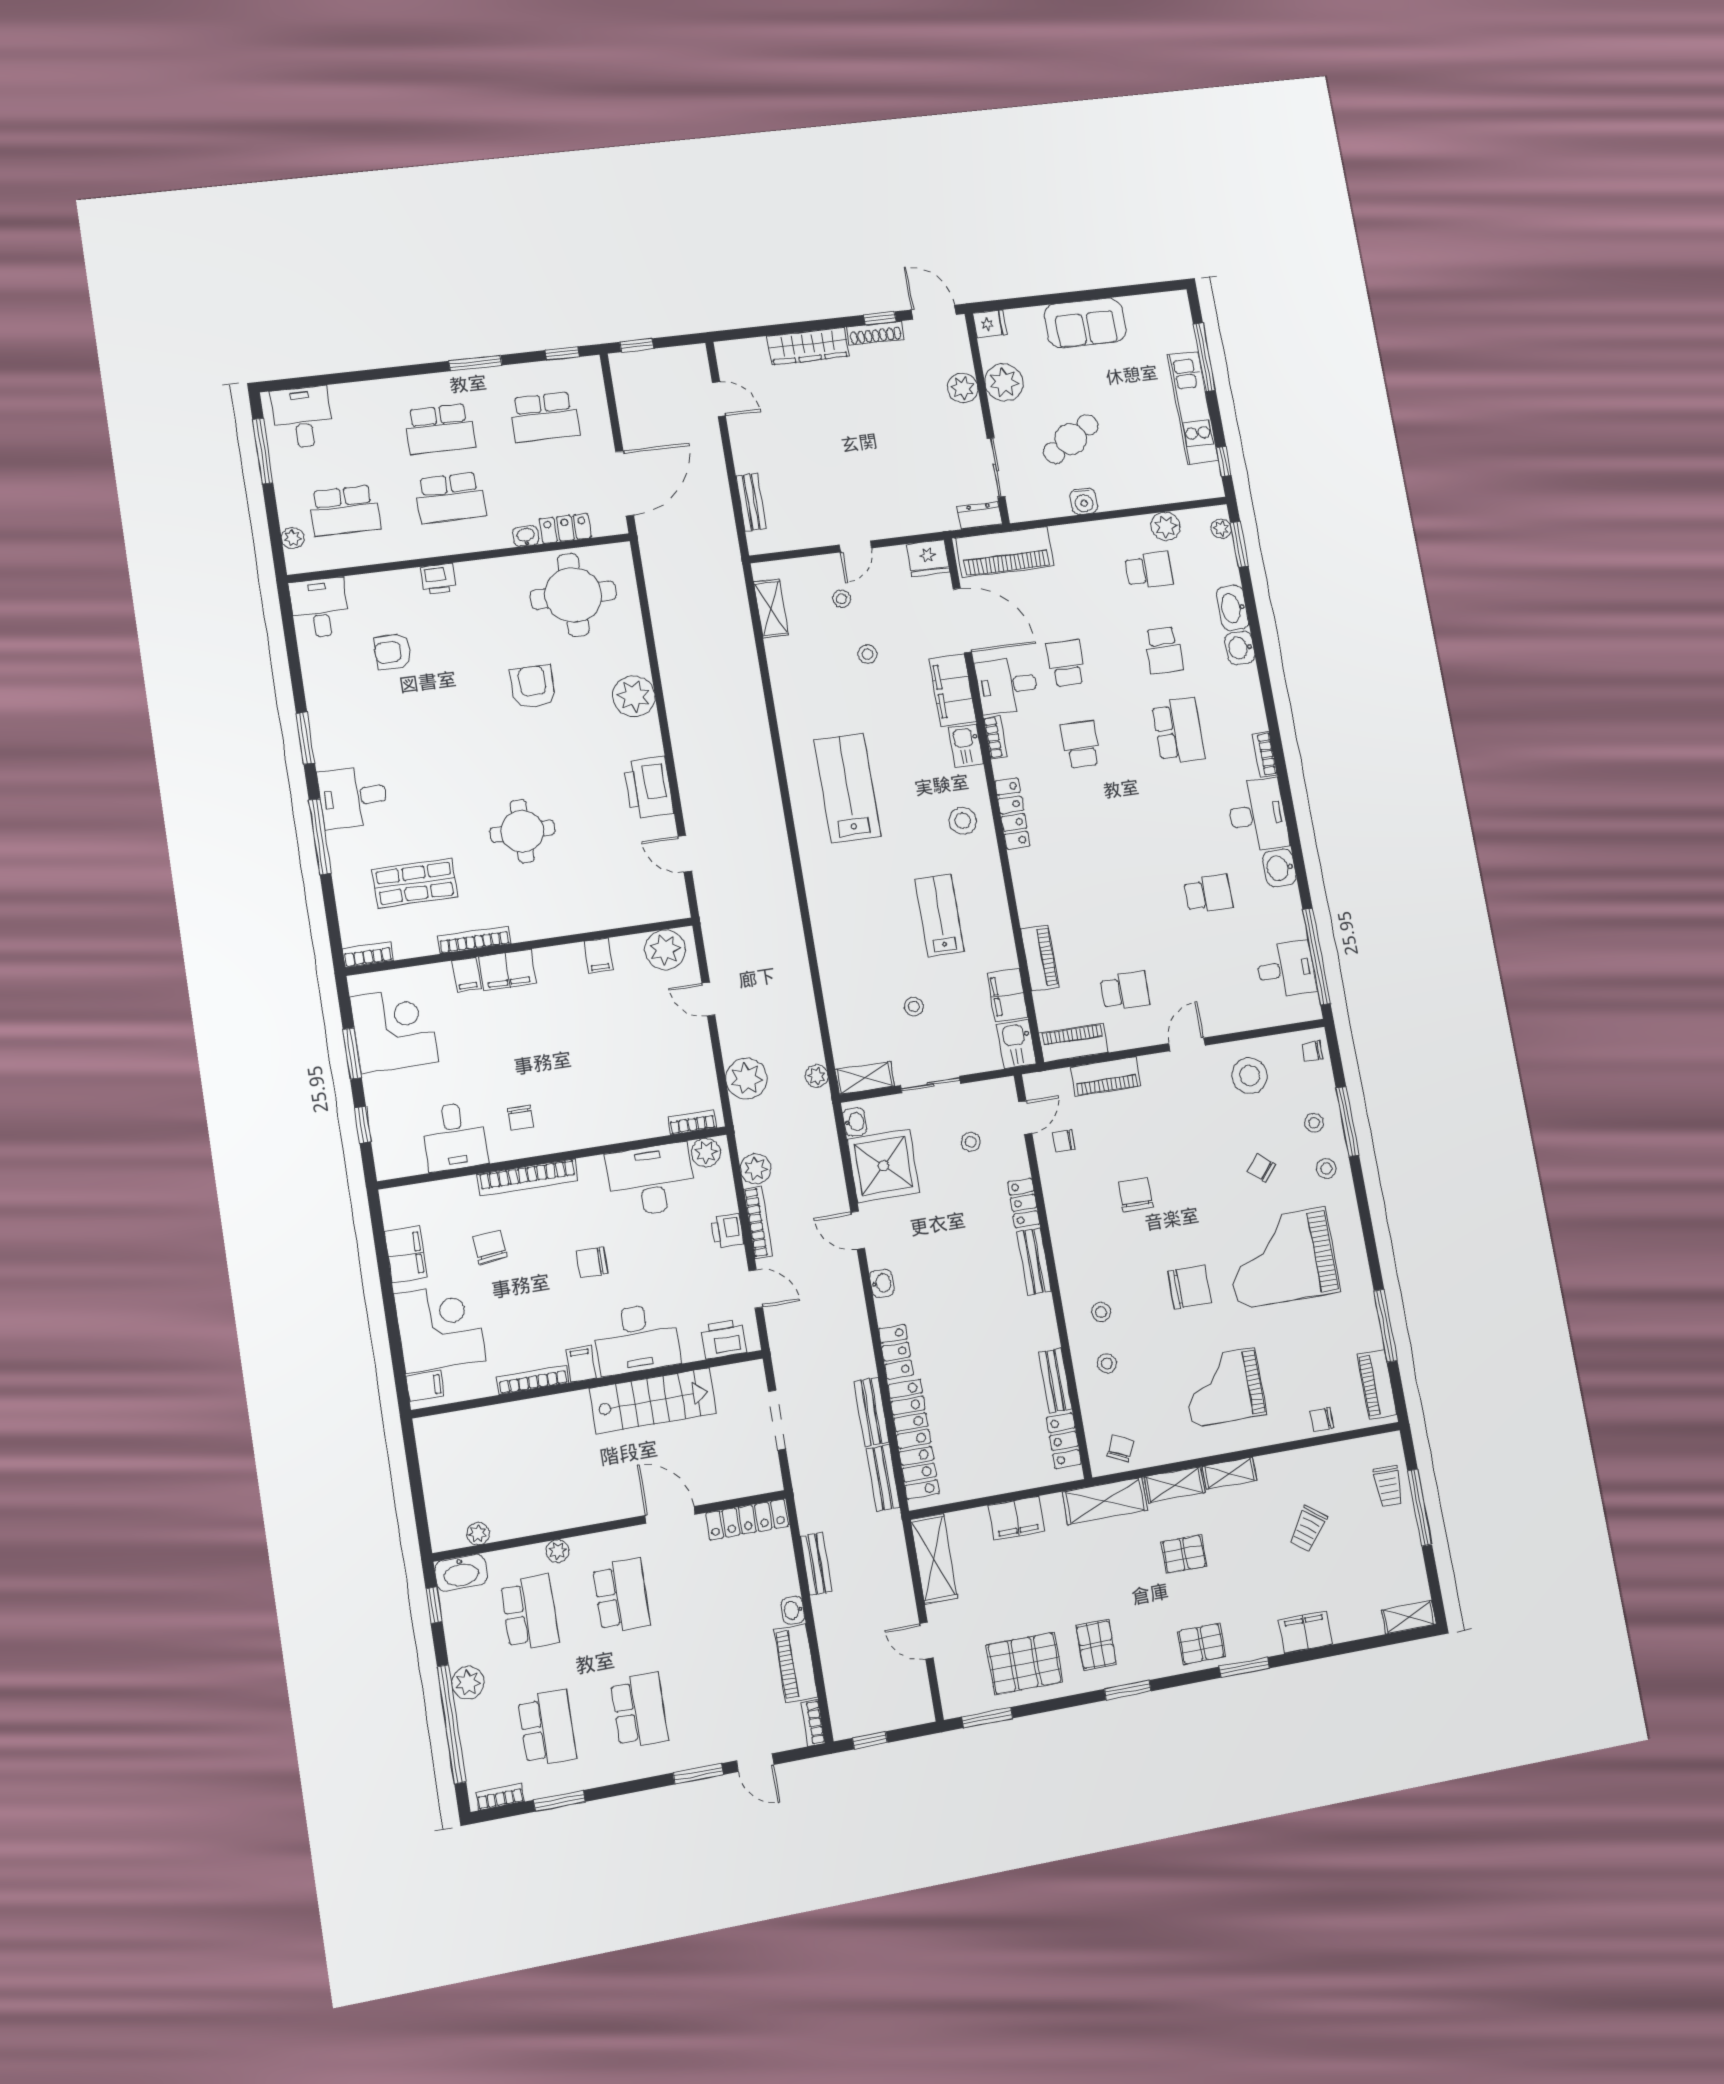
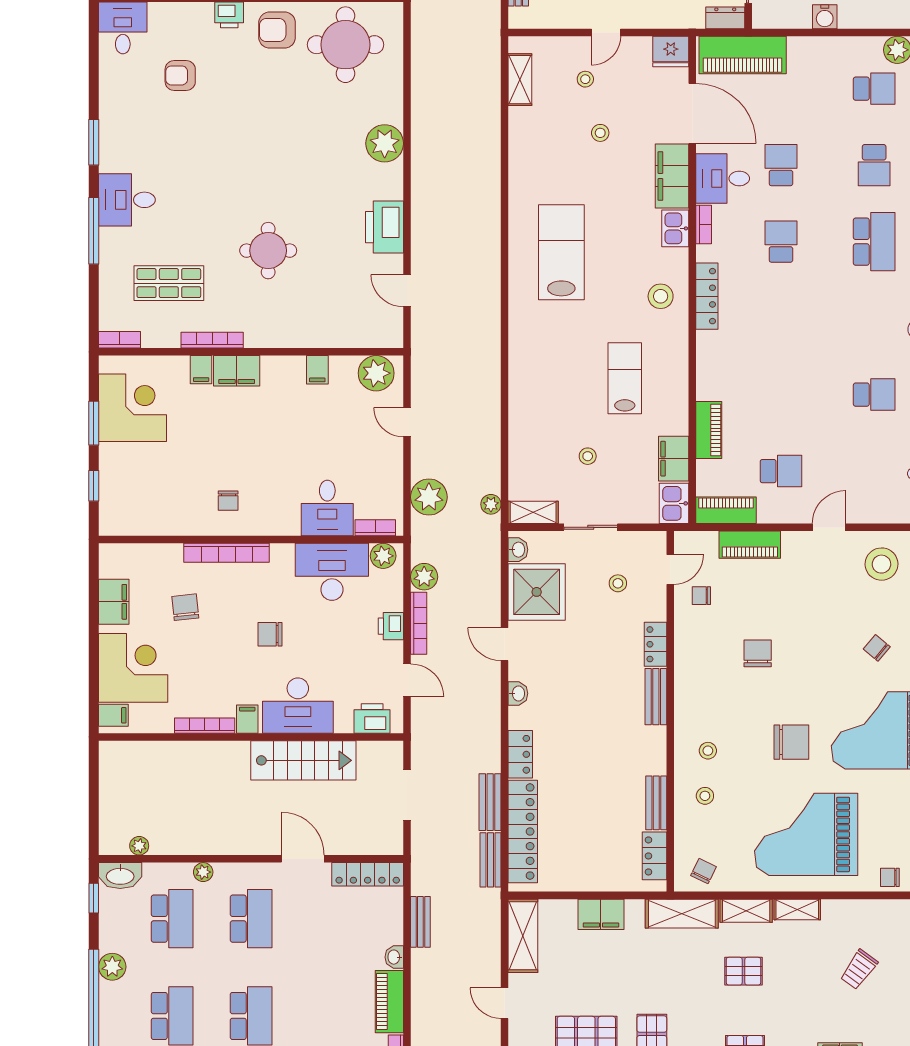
armchair: (533, 687) -> (277, 30), moved, turned -90
desk: (454, 1136) -> (327, 508), moved
grand piano: (1224, 1387) -> (806, 834), width x1.37, depth x1.48

